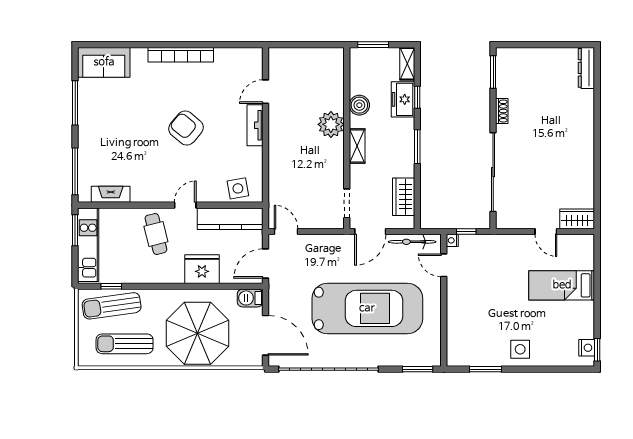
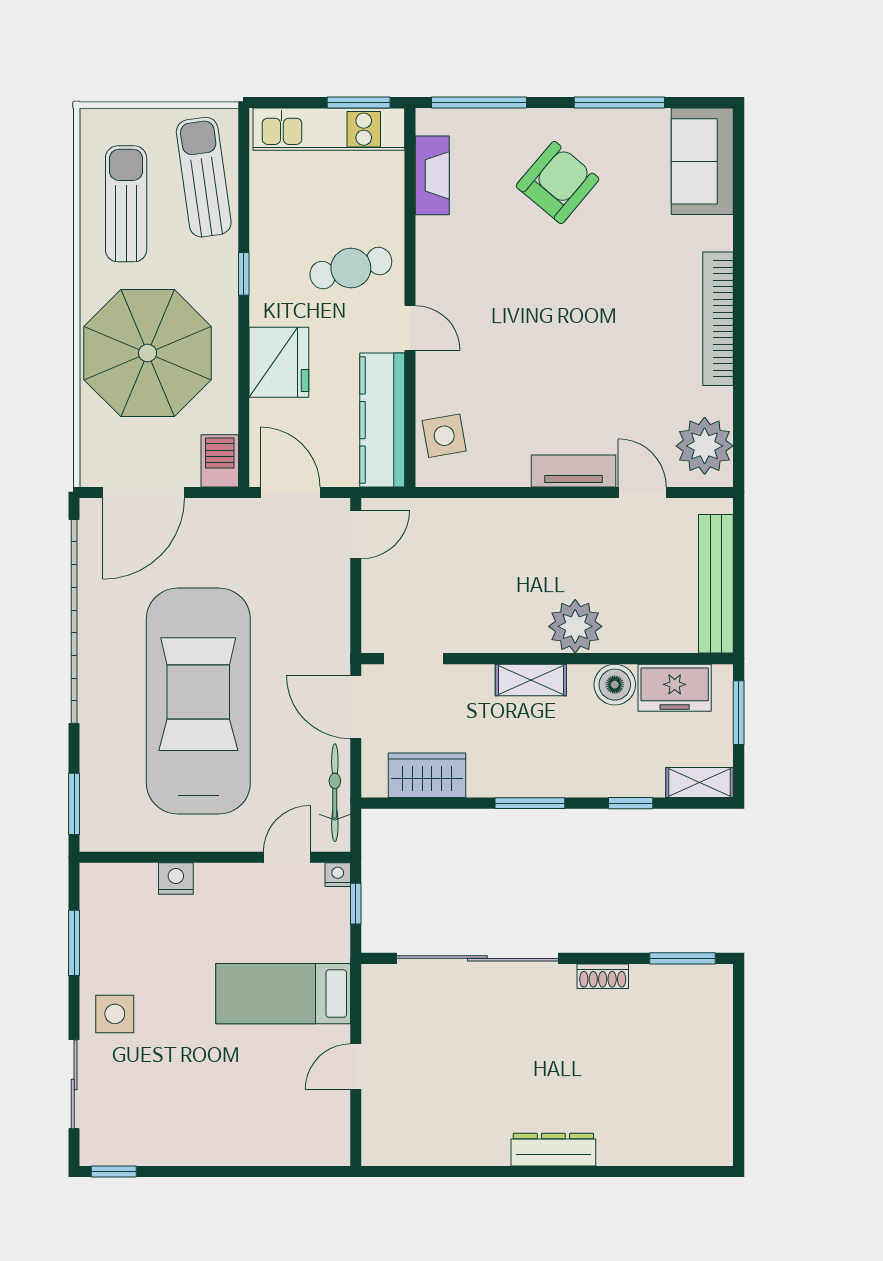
bench: (310, 56) -> (716, 584), added
plant: (243, 61) -> (705, 446), added
dresser: (586, 68) -> (553, 1150), moved
freezer: (403, 99) -> (675, 688), moved, turned 180
armchair: (186, 128) -> (558, 183), moved
wardrobe: (577, 219) -> (382, 1131), removed
bed: (562, 285) -> (283, 994), moved, turned -90
window: (111, 286) -> (244, 274), moved
car: (367, 308) -> (198, 701), turned 180
nightstand: (587, 348) -> (176, 879), moved, turned 180
sliding door: (555, 369) -> (74, 1084), added

